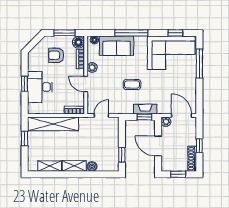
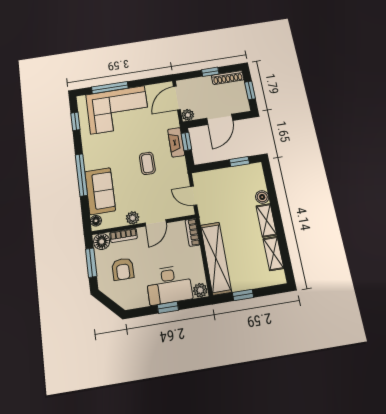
corner sofa: (171, 53) -> (118, 110), moved, turned 90
plant: (33, 109) -> (200, 290), added

